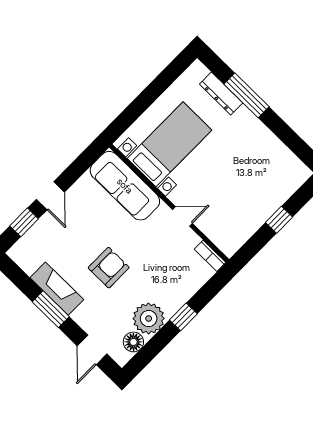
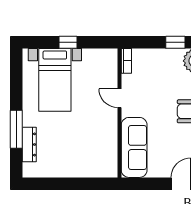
bed with nightstands: (169, 144) -> (55, 80), moved, turned -90

